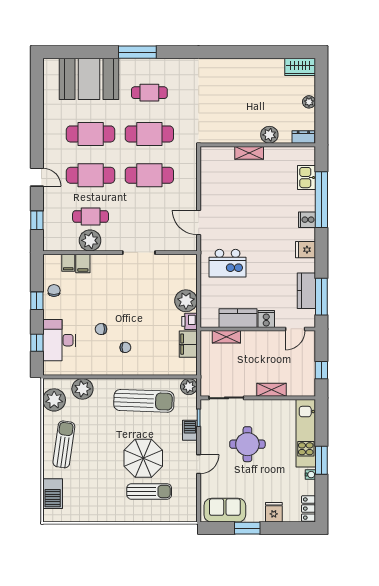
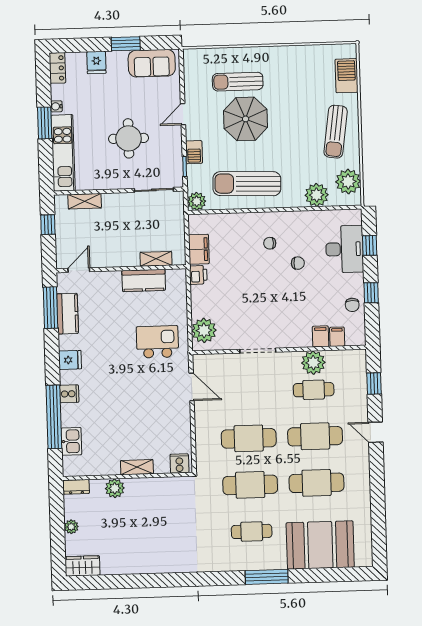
plant: (186, 301) -> (204, 330), moved
cooker: (266, 319) -> (179, 464), moved, turned 180
shelving: (272, 390) -> (85, 201), moved

